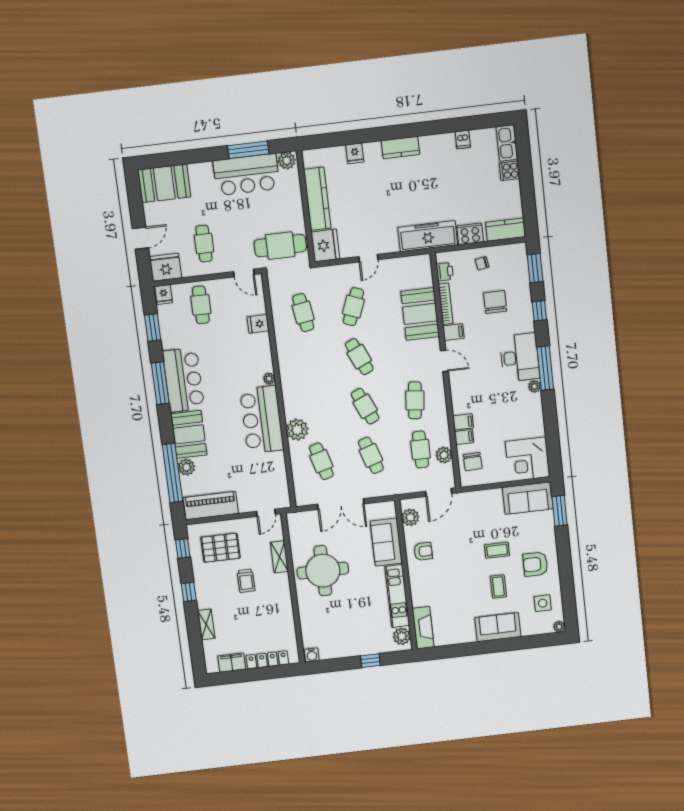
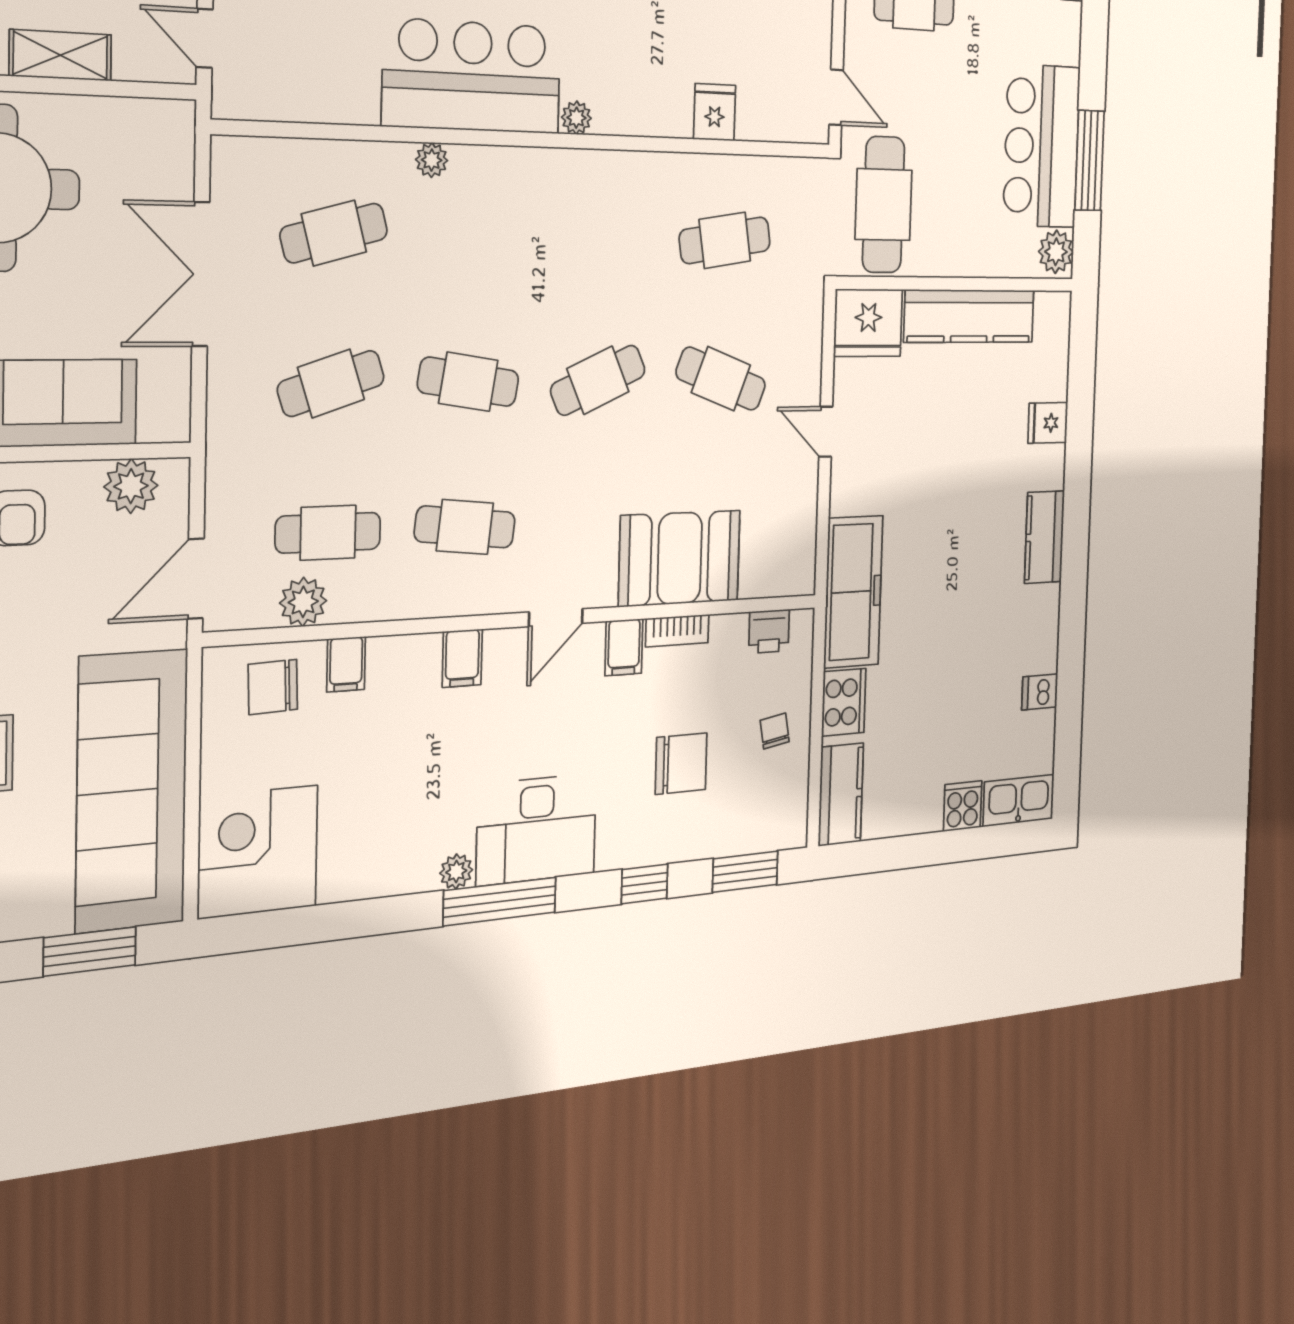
door: (244, 273) -> (836, 97), swing flipped
bookcase: (446, 304) -> (677, 631), width x0.64
cafe table: (365, 406) -> (468, 382), turned 33
filing cabinet: (463, 422) -> (462, 658), moved
plant: (297, 430) -> (432, 160), width x0.53, depth x0.53
door: (439, 492) -> (196, 579), hinge flipped
sofa: (528, 498) -> (132, 791), width x1.85, depth x1.27

